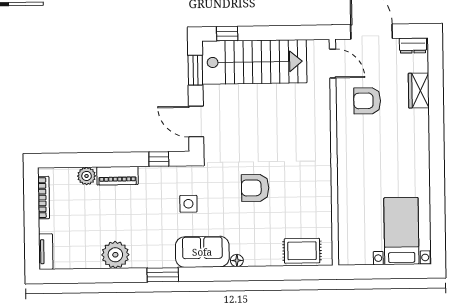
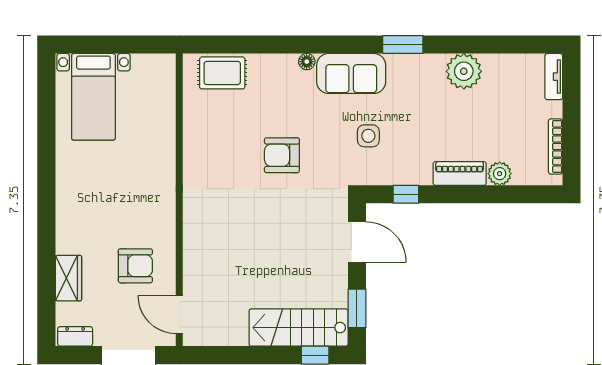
stairs: (254, 62) -> (299, 328), width x0.73, depth x0.66
armchair: (255, 188) -> (282, 155), turned 180

